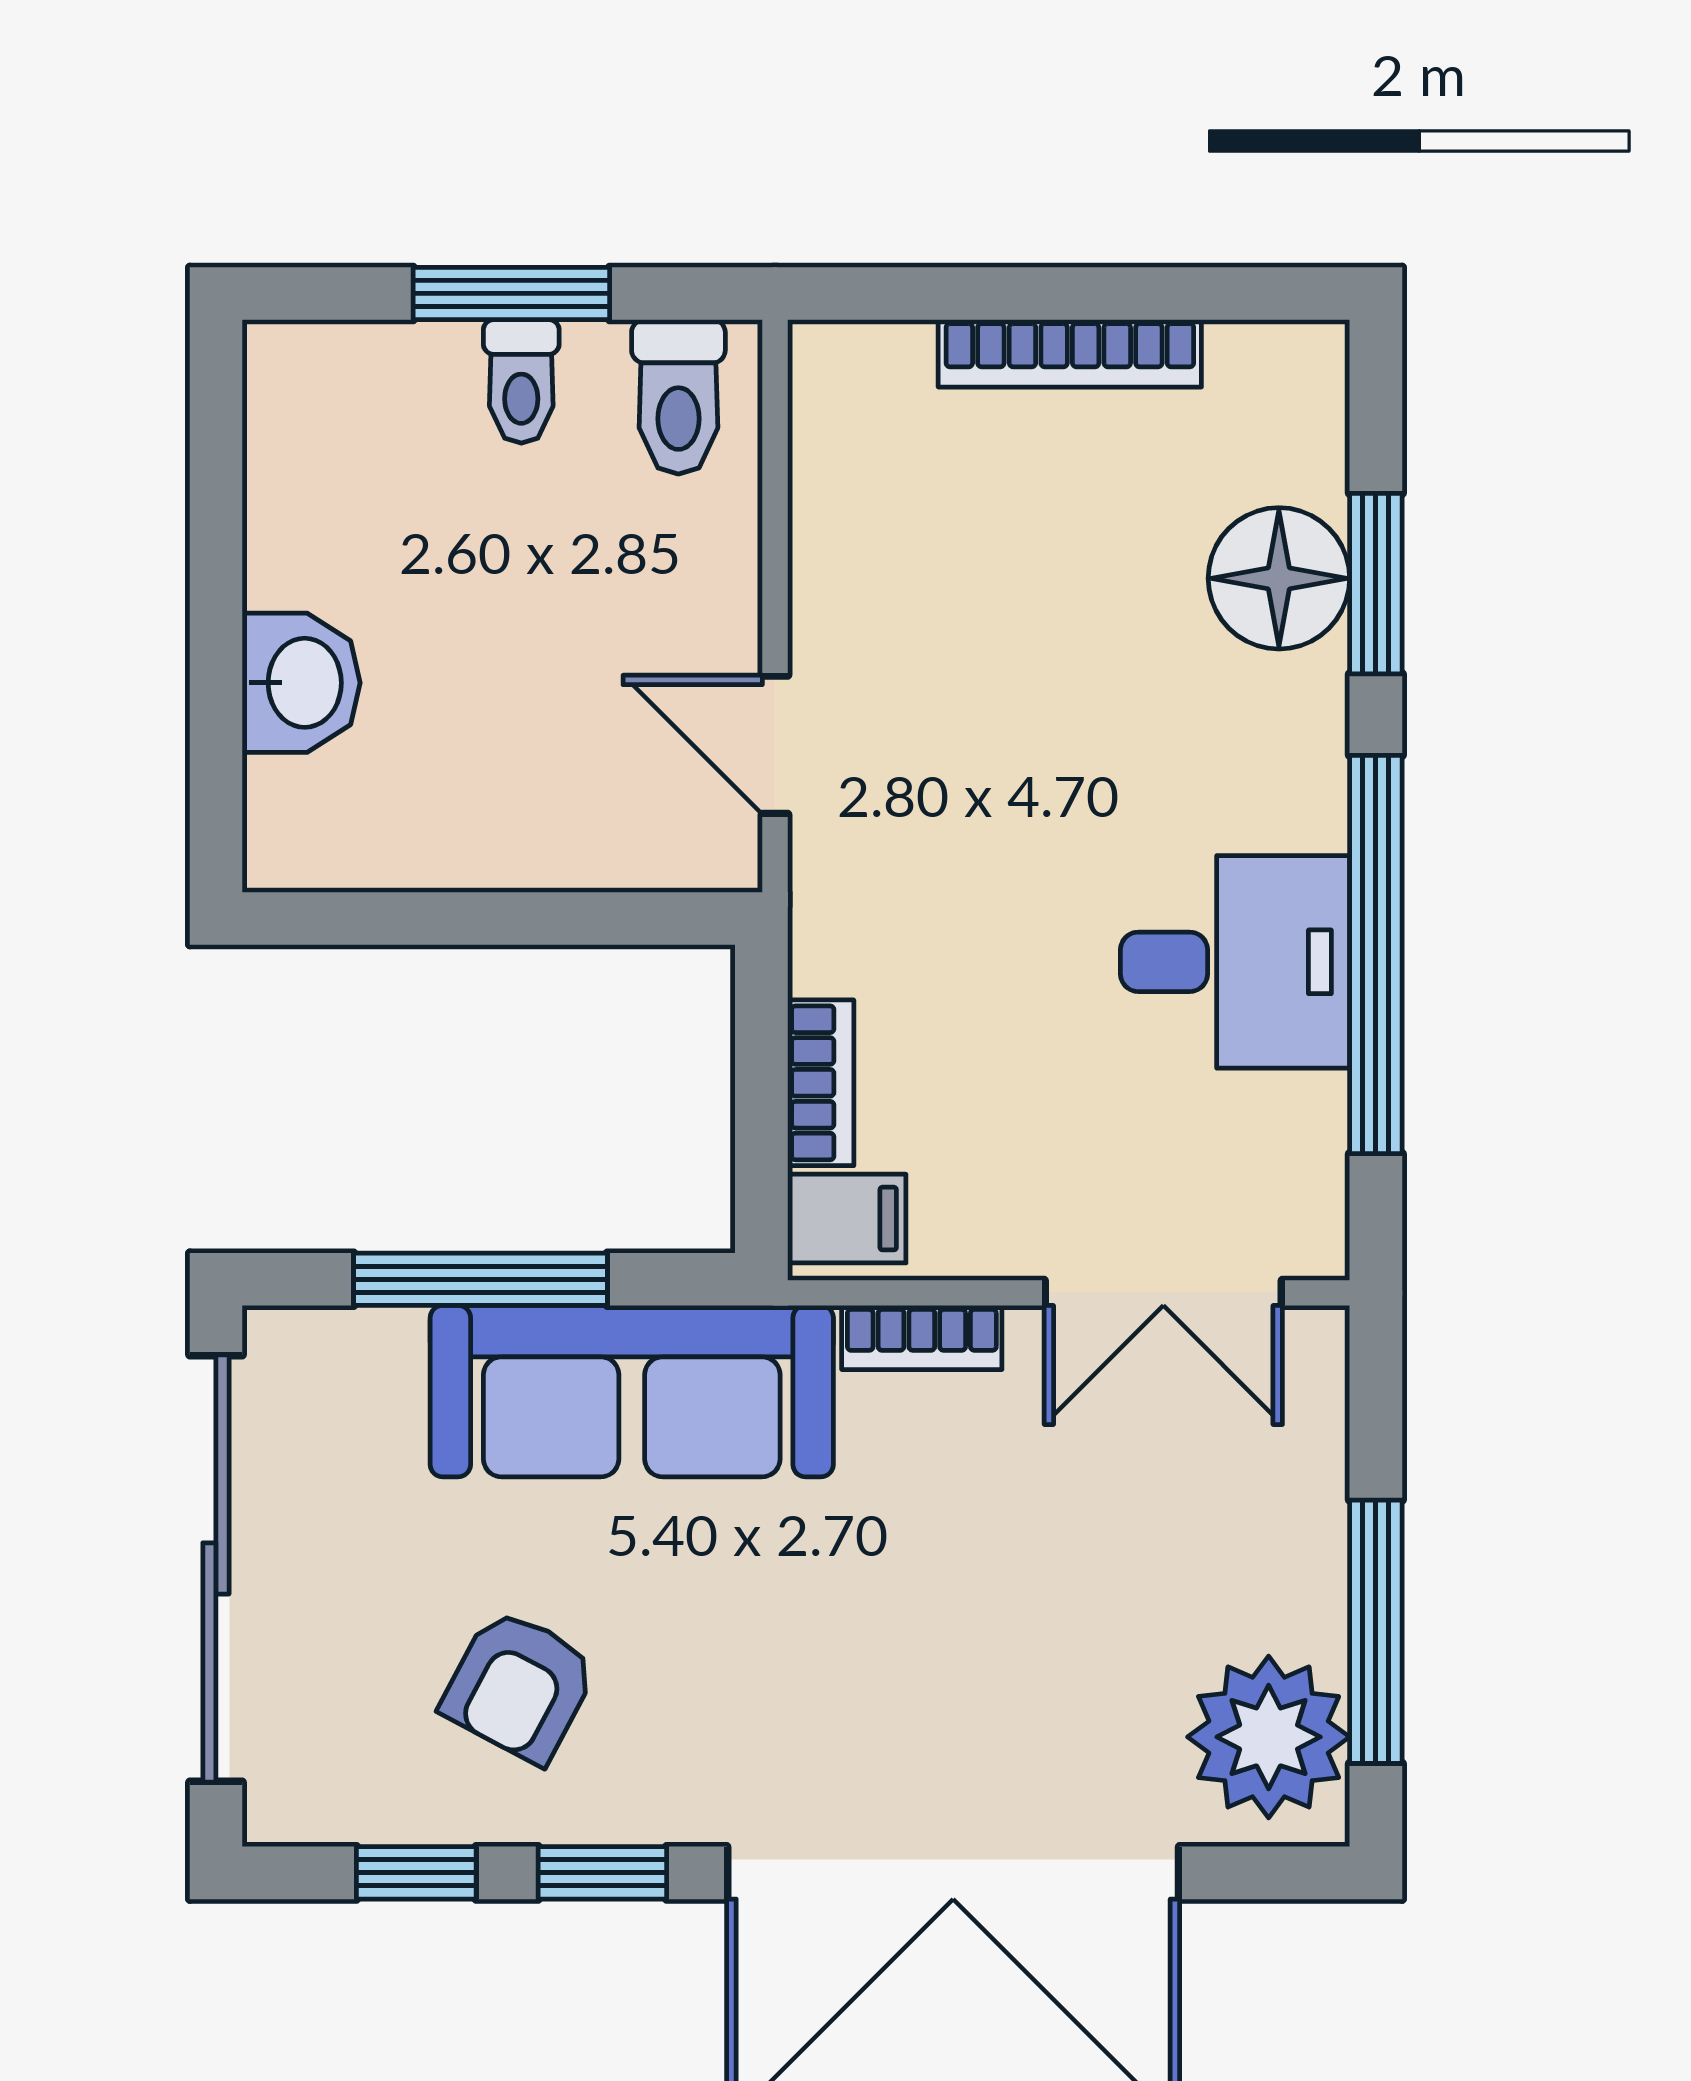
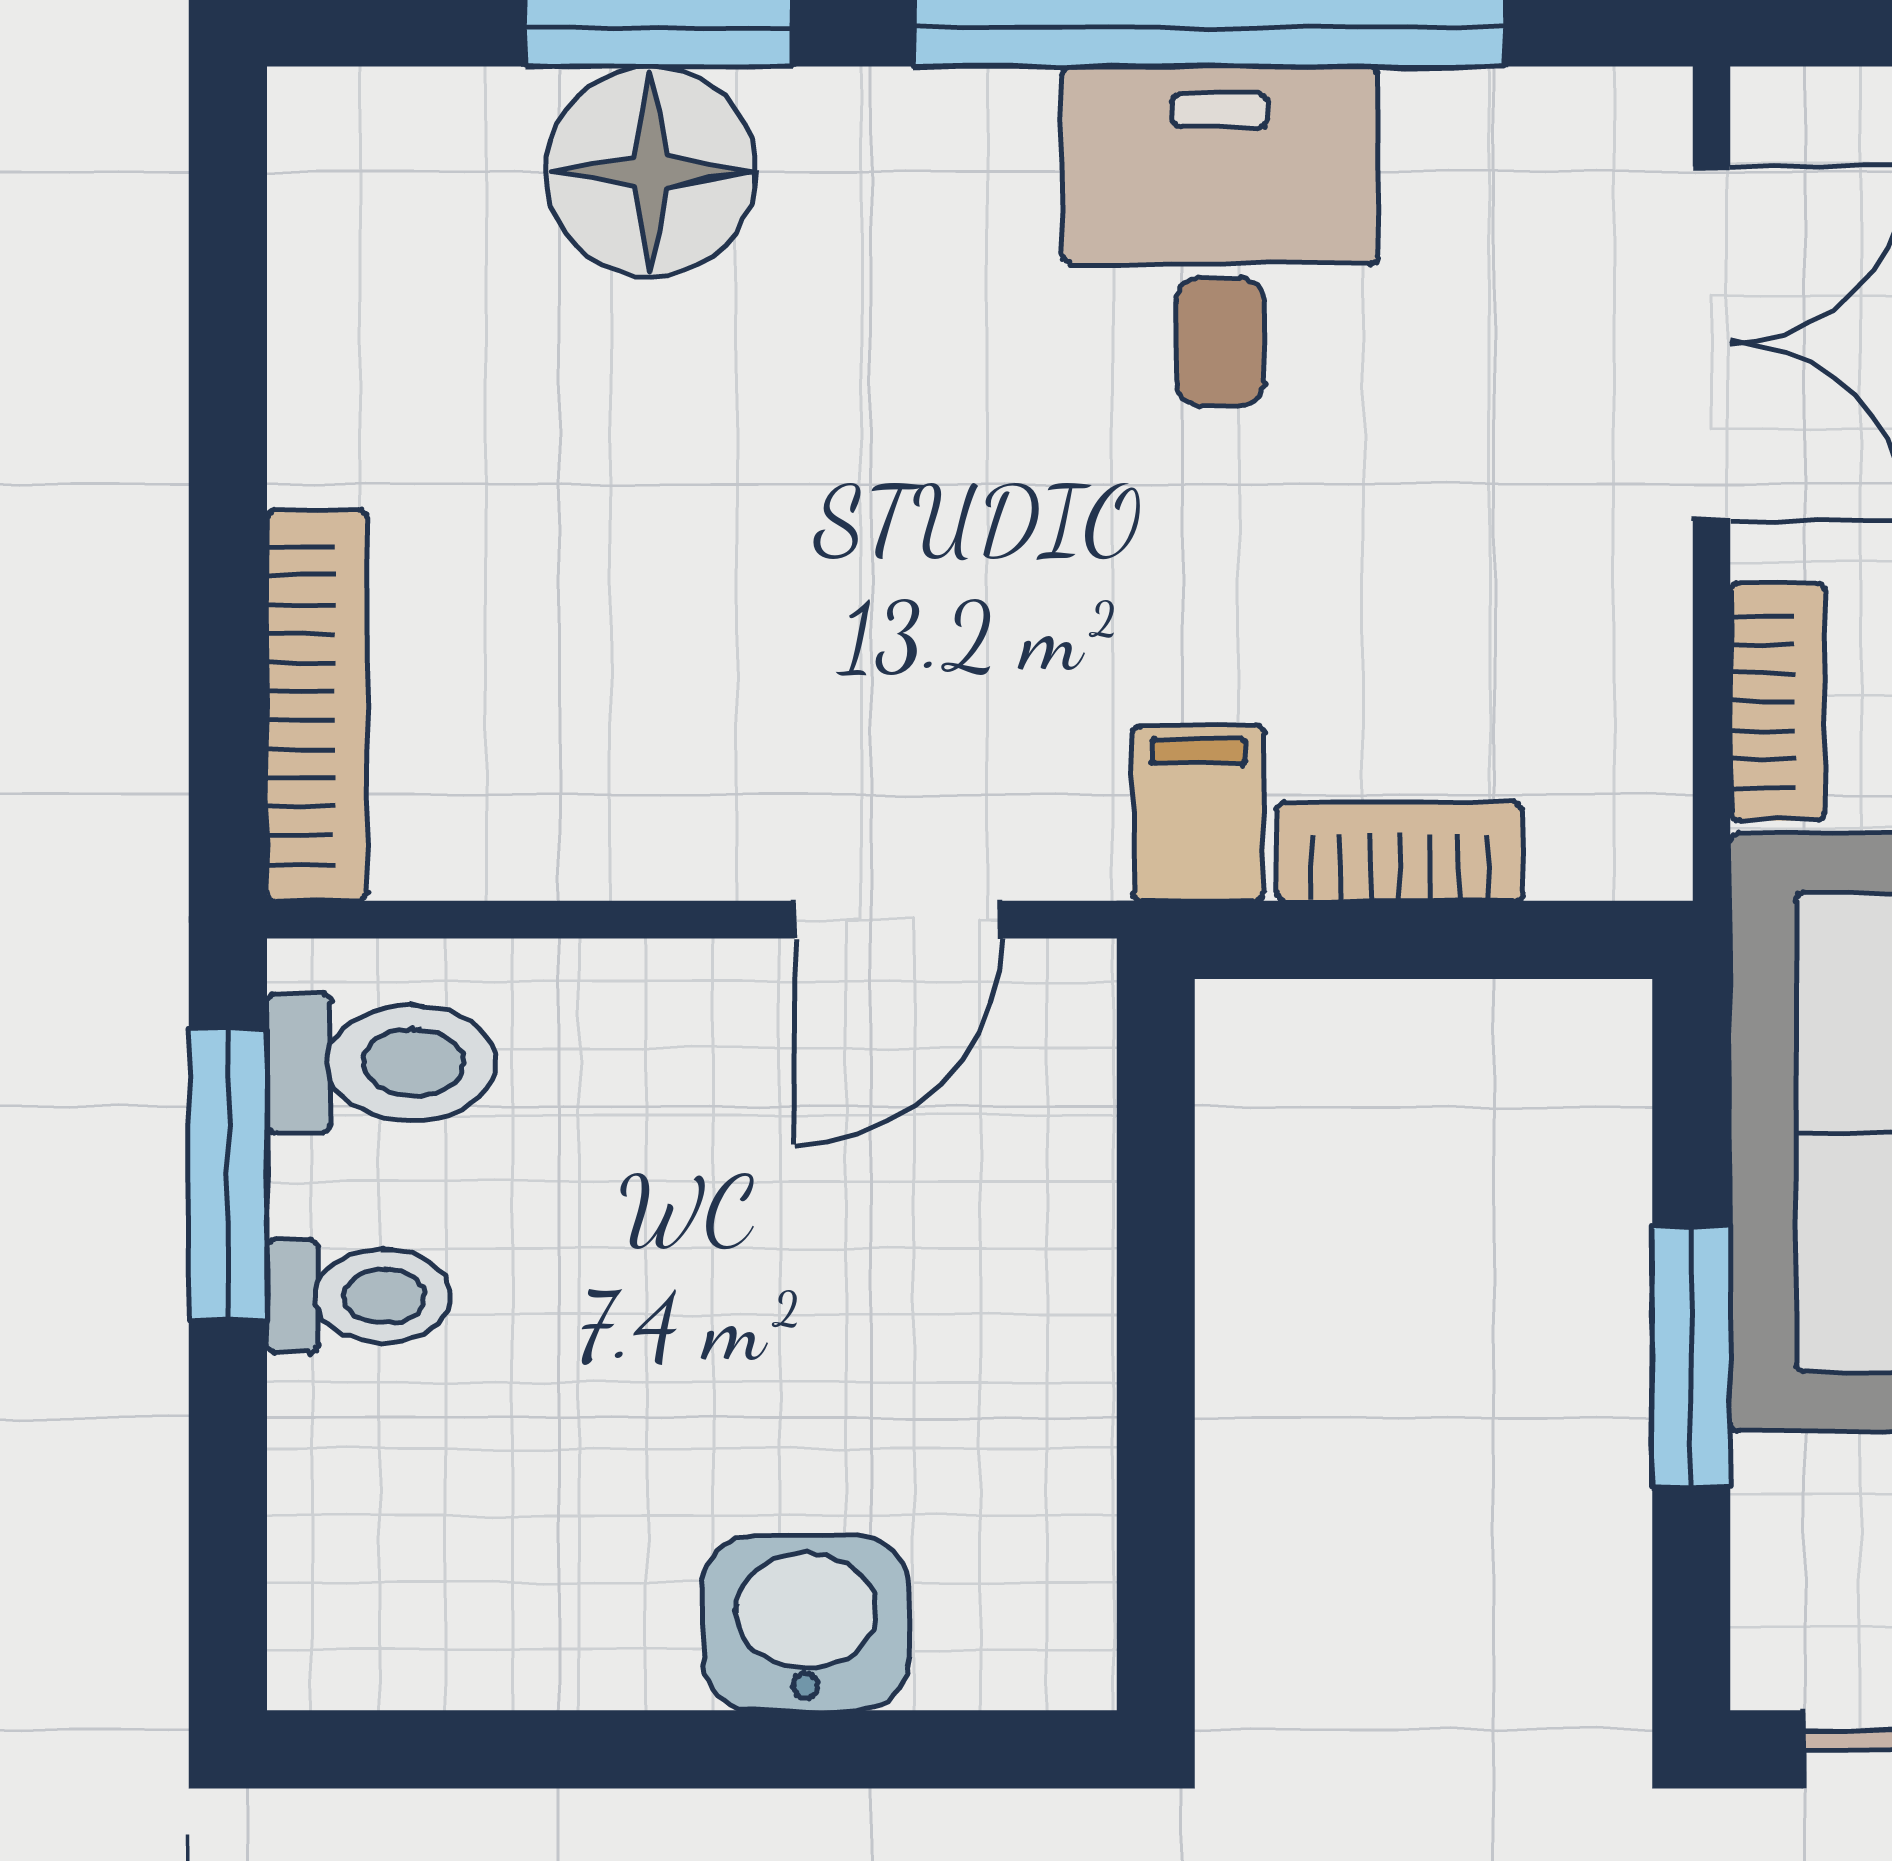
window: (511, 293) -> (228, 1175), moved
bookcase: (1070, 353) -> (317, 706), moved
filing cabinet: (847, 1219) -> (1198, 813), moved
window: (480, 1279) -> (1691, 1357), width x0.69

